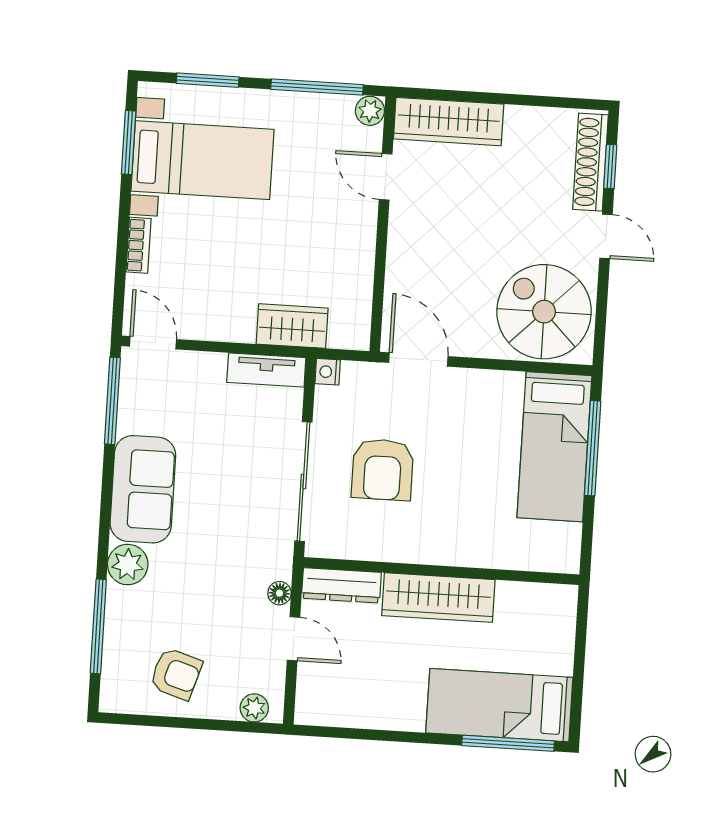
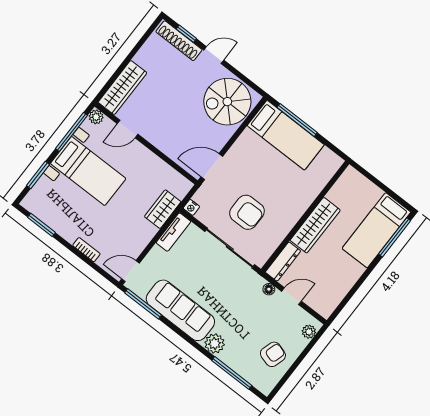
bed with nightstands: (202, 160) -> (88, 171), moved, turned 90
sofa: (143, 489) -> (180, 310), width x1.36

